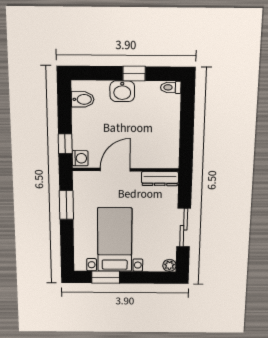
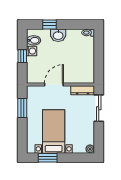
window: (134, 74) -> (50, 24), moved
window: (65, 144) -> (22, 56), moved
washing machine: (80, 158) -> (32, 51), moved
sliding door: (184, 228) -> (99, 108), moved

